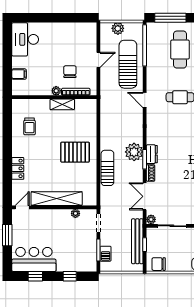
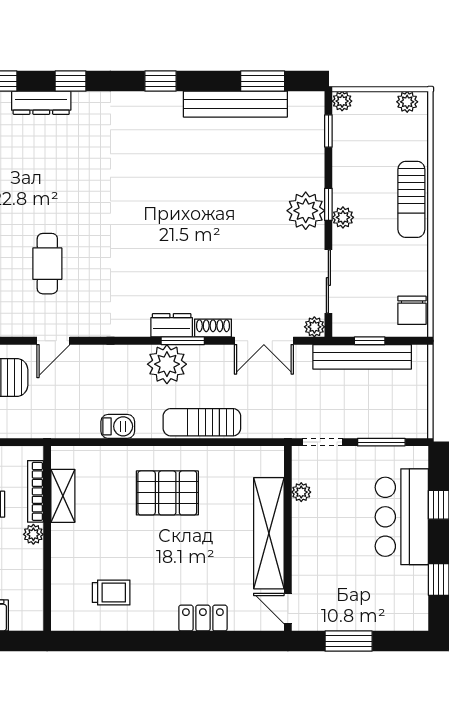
shelving: (62, 104) -> (63, 496), moved
pallet: (75, 152) -> (167, 493), turned 90
barbecue: (106, 254) -> (118, 426), moved
bar counter: (34, 259) -> (402, 517), moved

